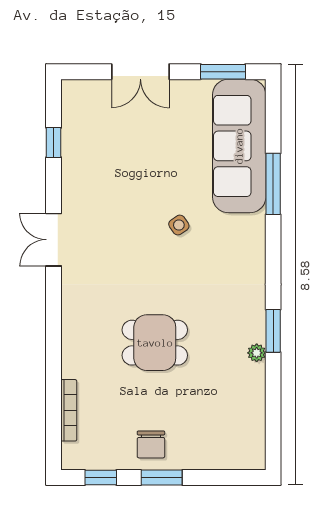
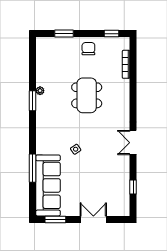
double door: (54, 240) -> (133, 143), swing flipped
dining table: (155, 343) -> (87, 95), width x1.38
window: (162, 478) -> (64, 34), moved

